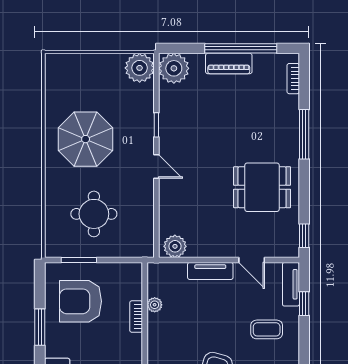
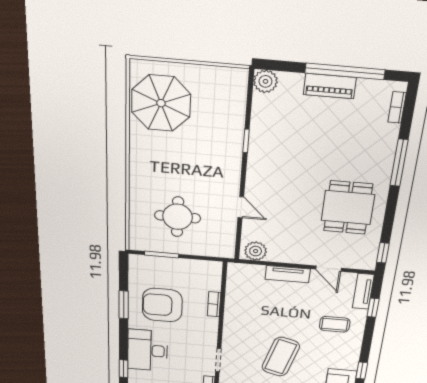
plant: (140, 68) -> (232, 82), removed
plant: (174, 68) -> (265, 81), width x0.73, depth x0.73
parasol: (86, 139) -> (161, 103), moved
door: (156, 166) -> (241, 207), moved
dining table: (262, 187) -> (348, 208), turned 90
armchair: (80, 301) -> (162, 305), moved
plant: (155, 305) -> (232, 297), removed

